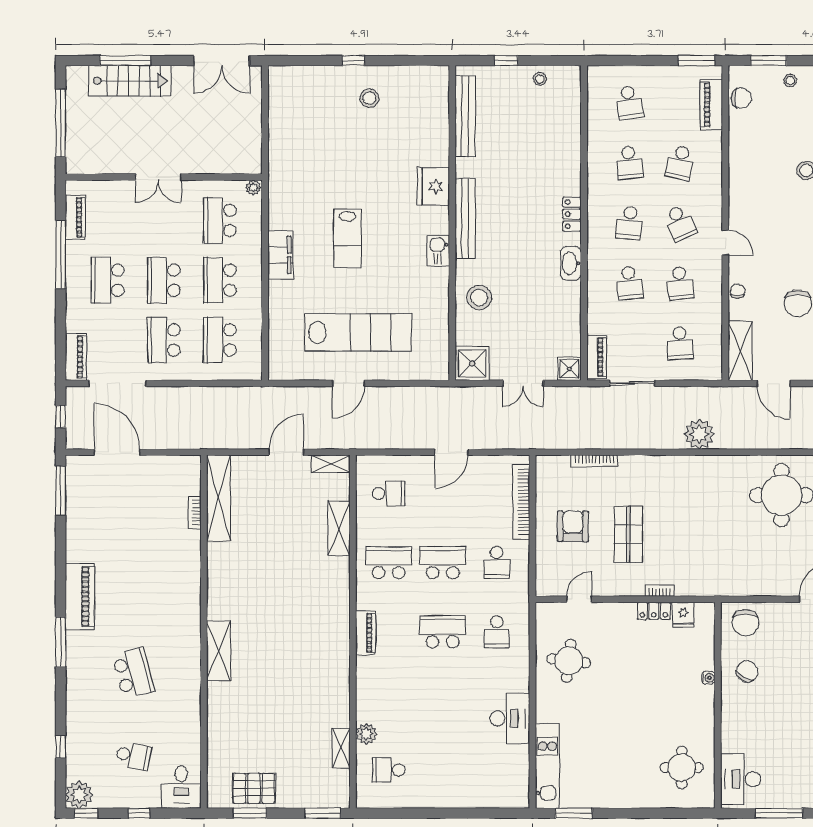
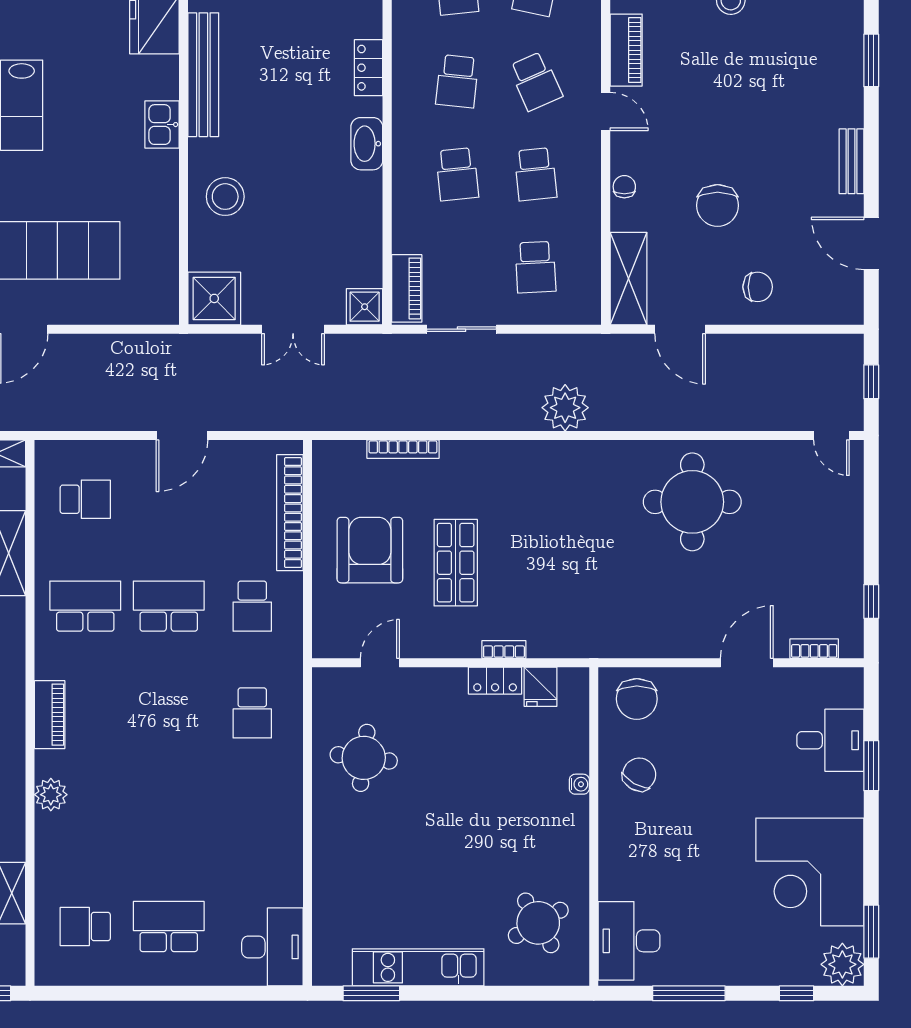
piano: (739, 203) -> (626, 50), added
armchair: (573, 526) -> (370, 550), width x1.36, depth x1.36
school desk: (443, 632) -> (169, 927), moved
desk: (510, 718) -> (272, 947), moved
plant: (366, 734) -> (51, 795), moved
kitchen unit: (547, 766) -> (418, 967), moved, turned -90
round table: (682, 768) -> (538, 923), turned -30

